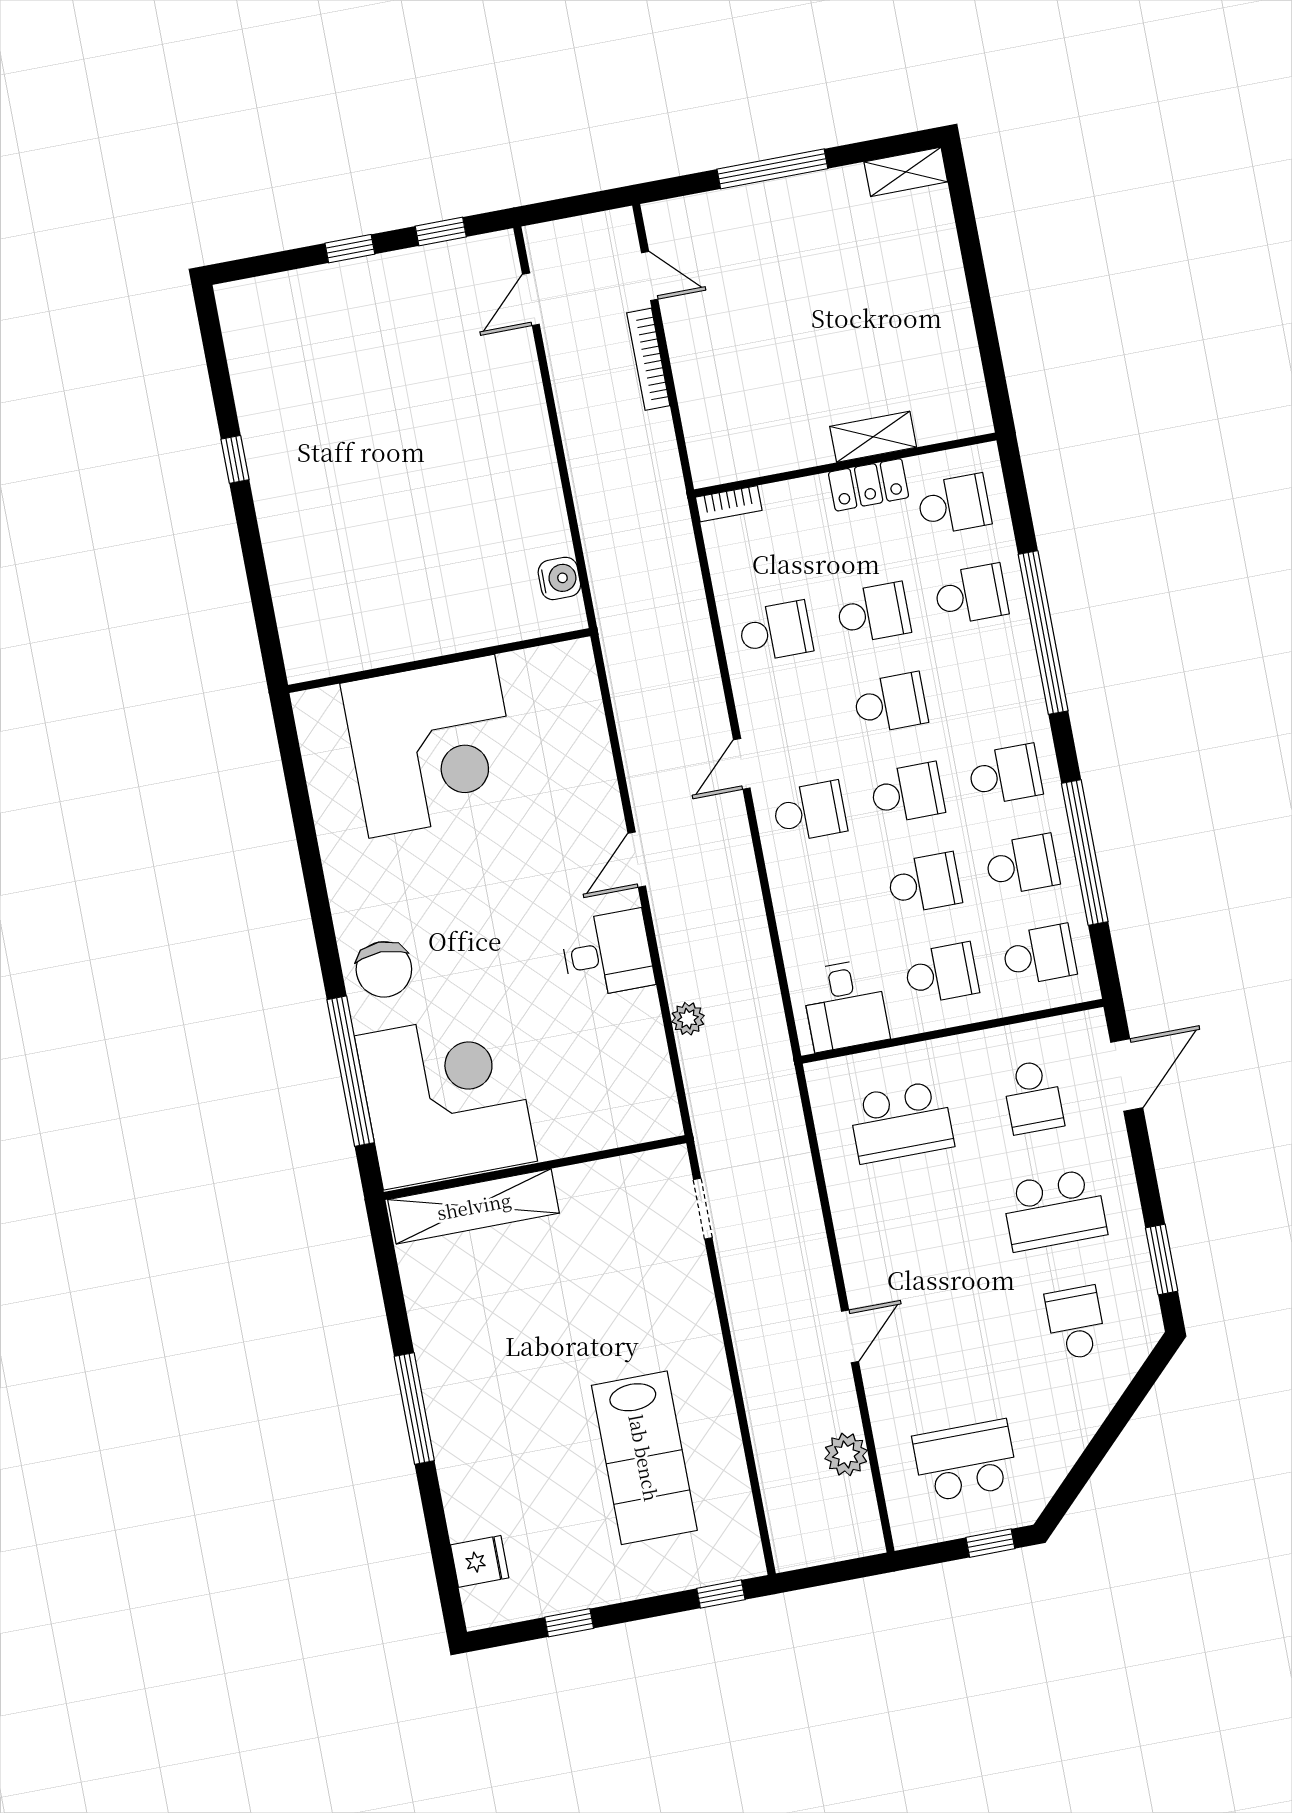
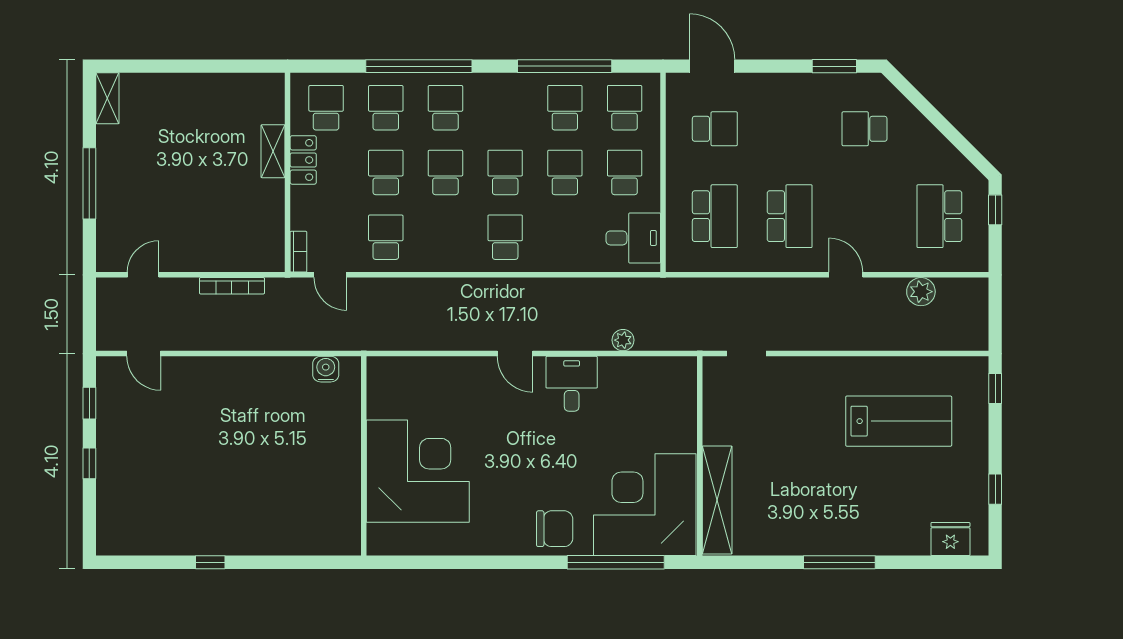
bookcase: (648, 359) -> (232, 286), moved
door: (742, 764) -> (330, 275), moved
school desk: (1005, 775) -> (445, 108), moved
school desk: (1054, 1210) -> (790, 216), moved
fridge: (480, 1561) -> (950, 539), width x1.38

